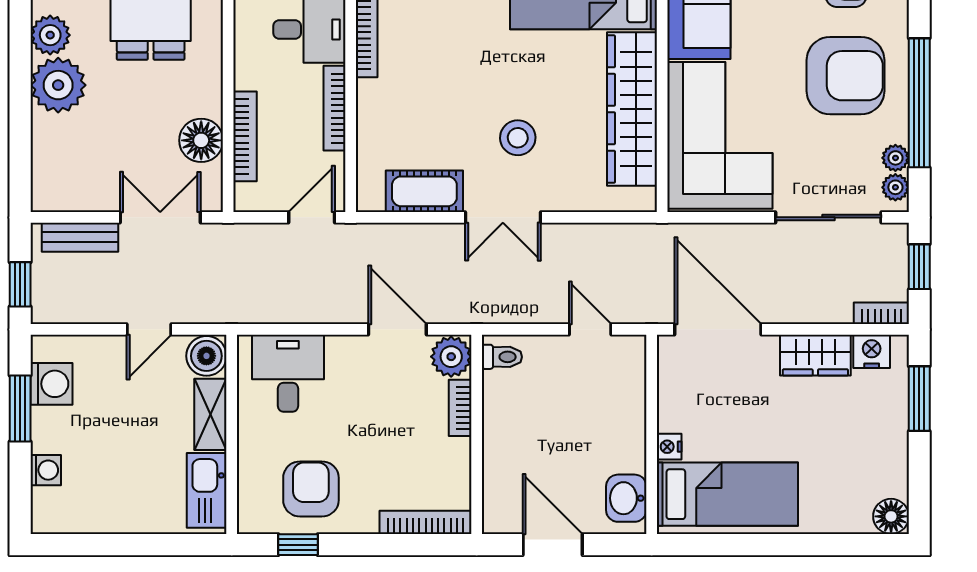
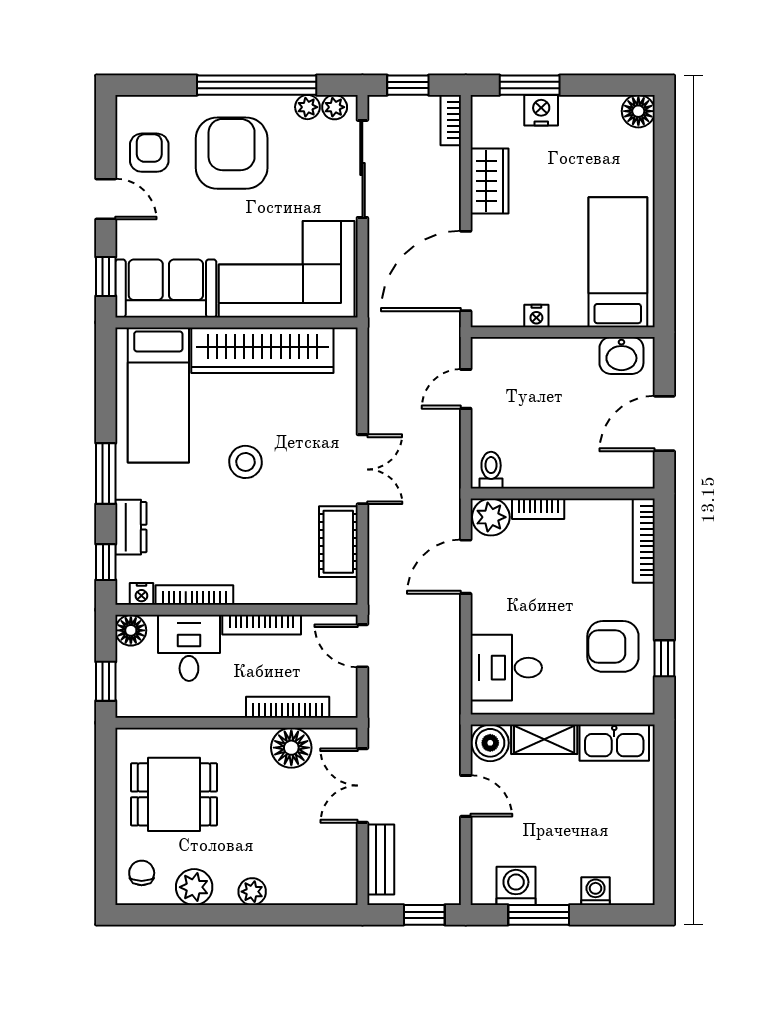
plant: (58, 85) -> (252, 892), width x0.53, depth x0.53
stool: (518, 138) -> (245, 462), moved
nightstand: (872, 351) -> (541, 110), moved, turned 90
nightstand: (669, 447) -> (536, 316), moved

